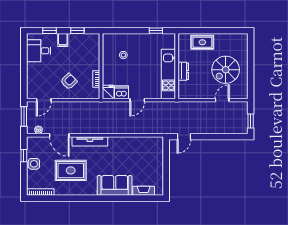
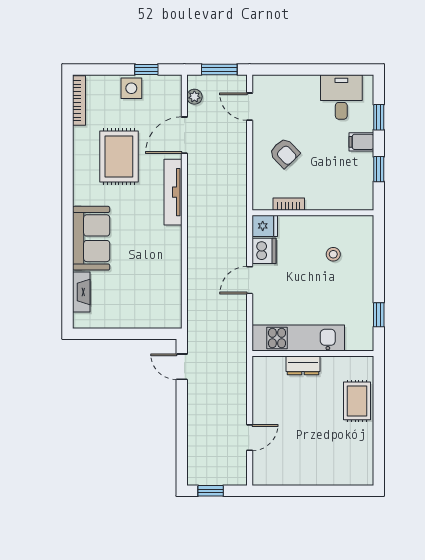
spiral stairs: (226, 70) -> (306, 444), removed
door: (137, 100) -> (250, 280), hinge flipped
door: (222, 100) -> (250, 438), hinge flipped

